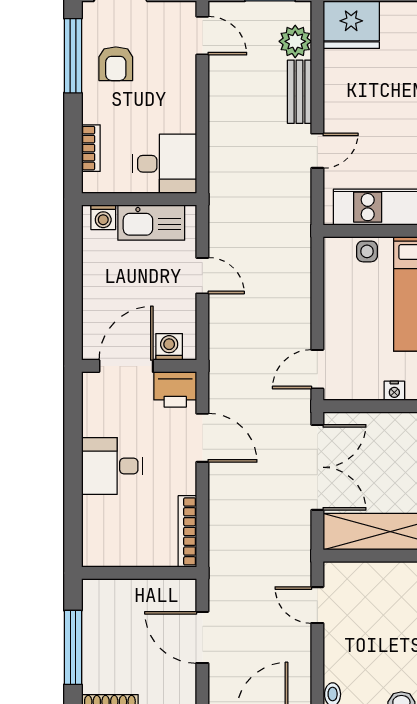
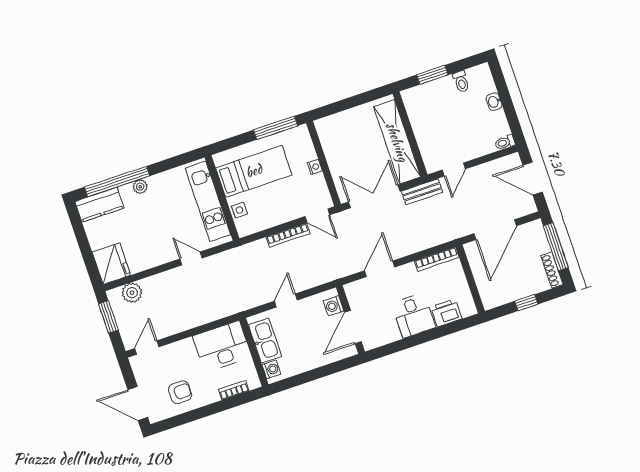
window: (73, 56) -> (184, 419), removed
bench: (299, 92) -> (422, 192), moved
desk: (165, 164) -> (222, 347), width x1.37
bookcase: (303, 313) -> (288, 235), added
door: (126, 366) -> (353, 327), hinge flipped
printer: (175, 389) -> (446, 313), moved, turned -90
door: (202, 637) -> (495, 230), width x1.36
window: (73, 647) -> (526, 303), width x0.46

